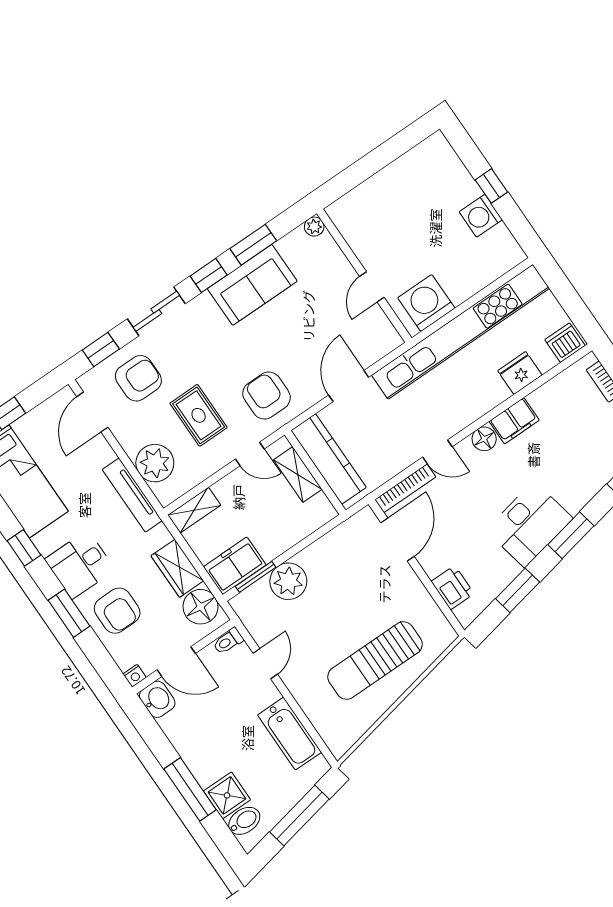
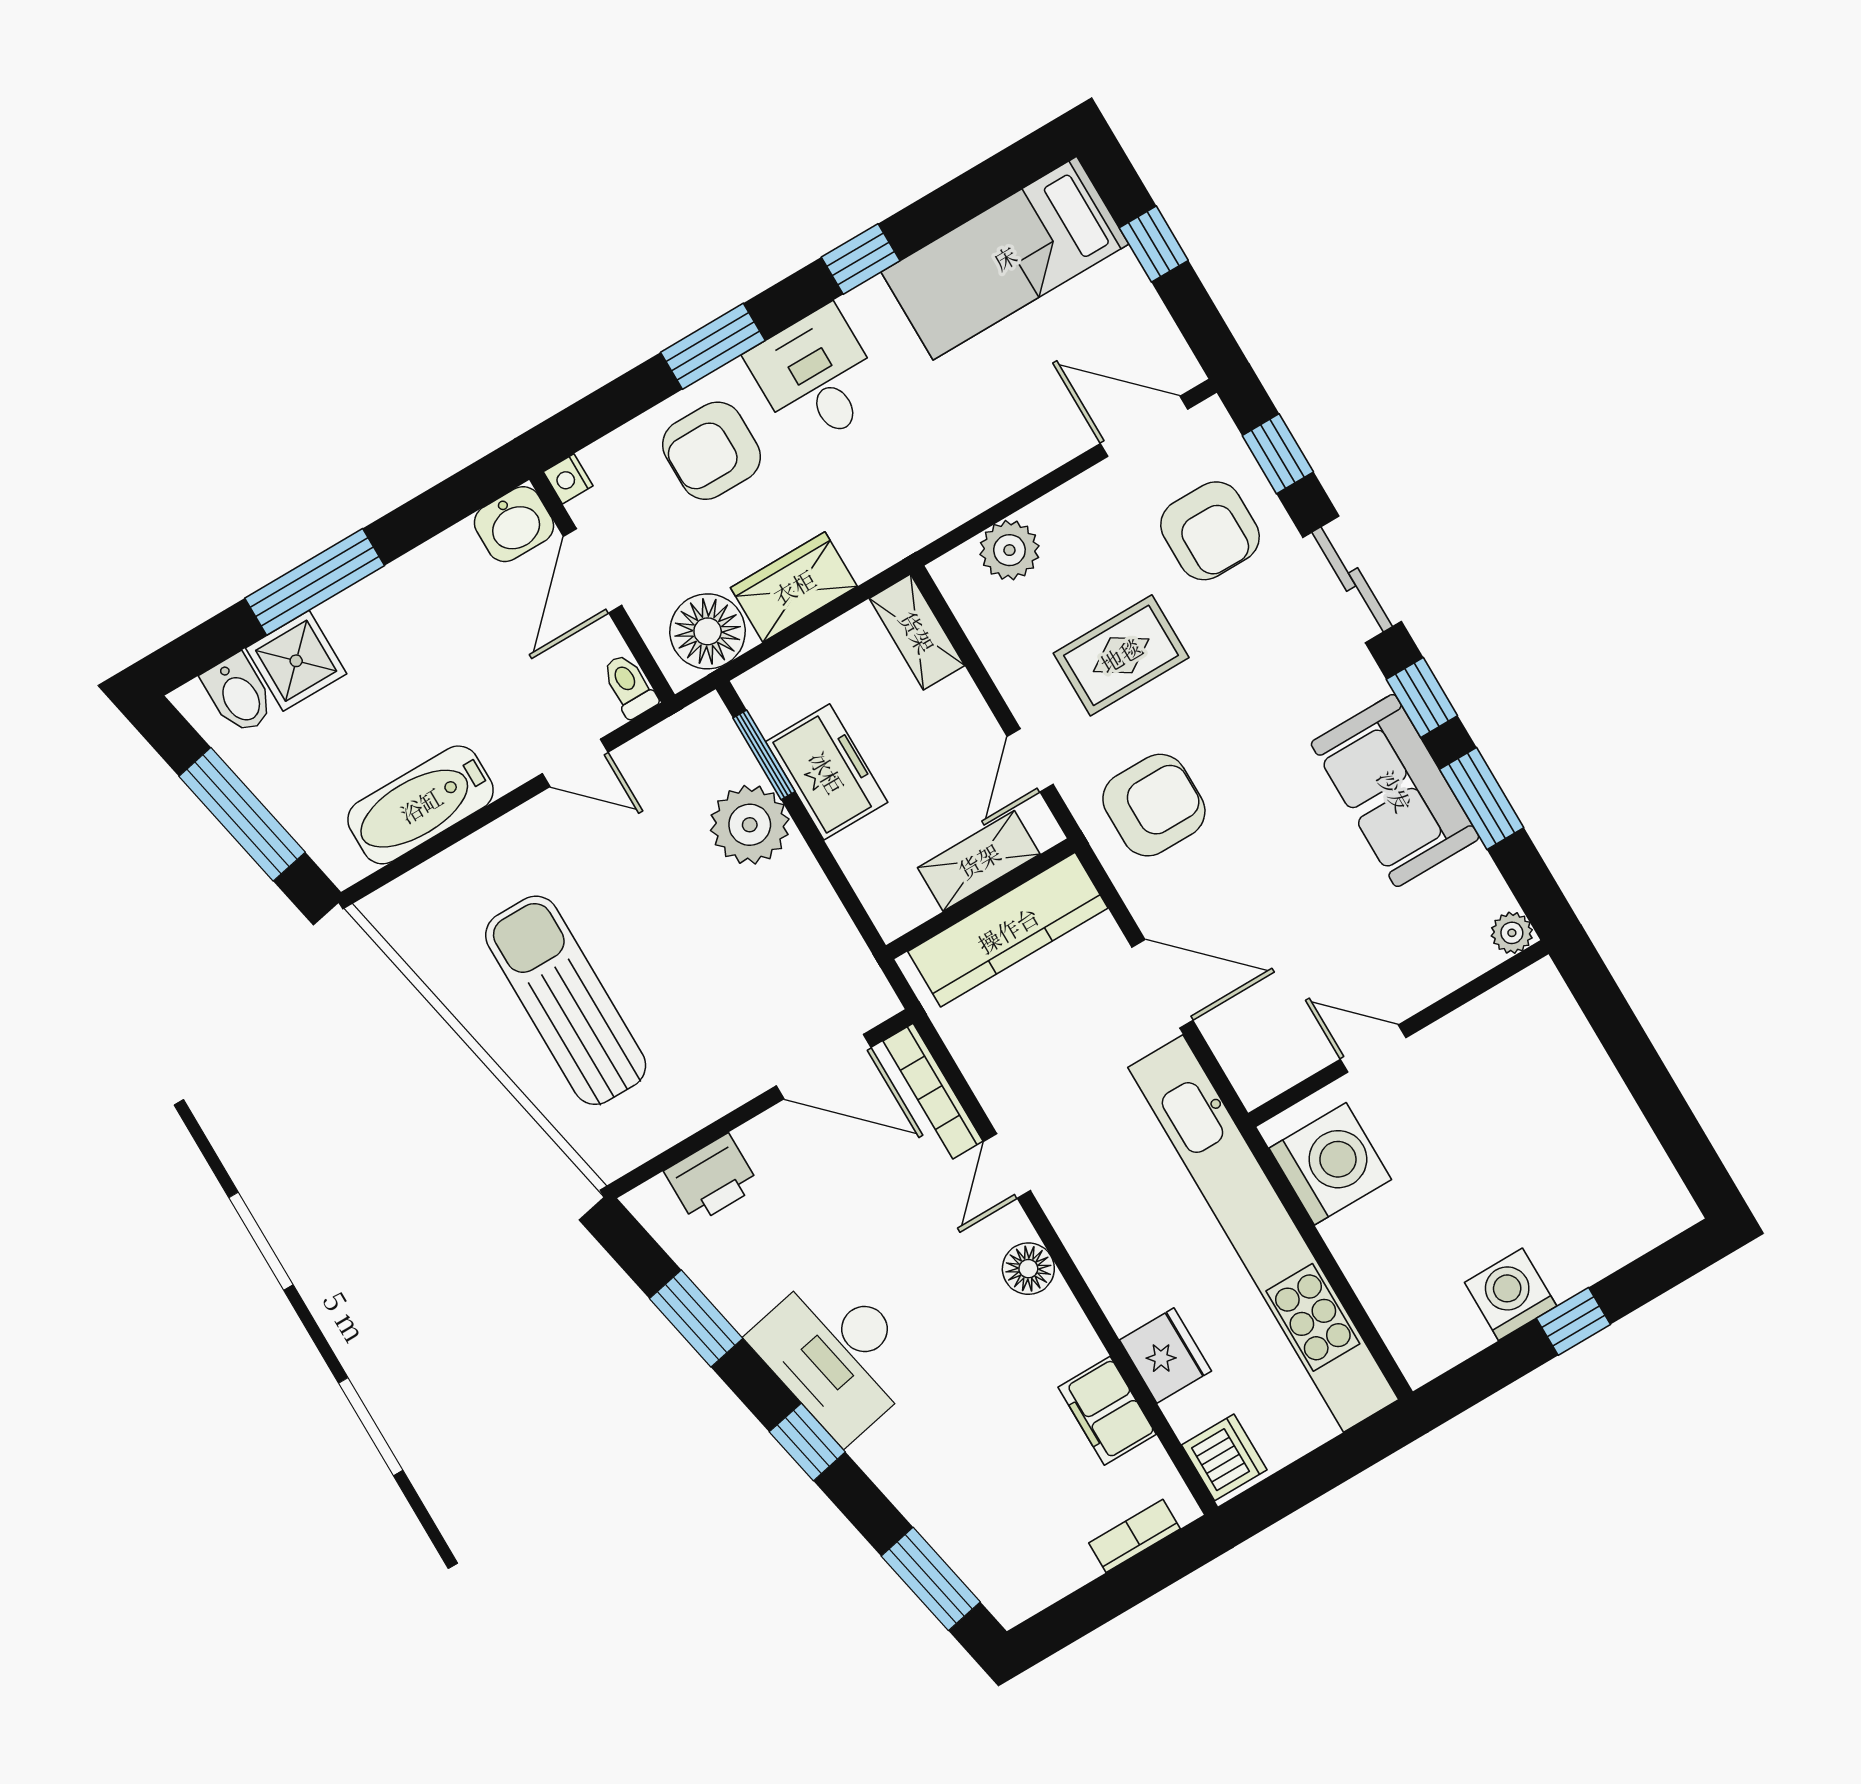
filing cabinet: (514, 421) -> (1107, 1411), moved
plant: (155, 463) -> (1009, 550), width x0.73, depth x0.73
tv unit: (132, 495) -> (959, 500), removed
window: (571, 535) -> (807, 1442), width x0.67
freezer: (235, 566) -> (827, 772), moved

